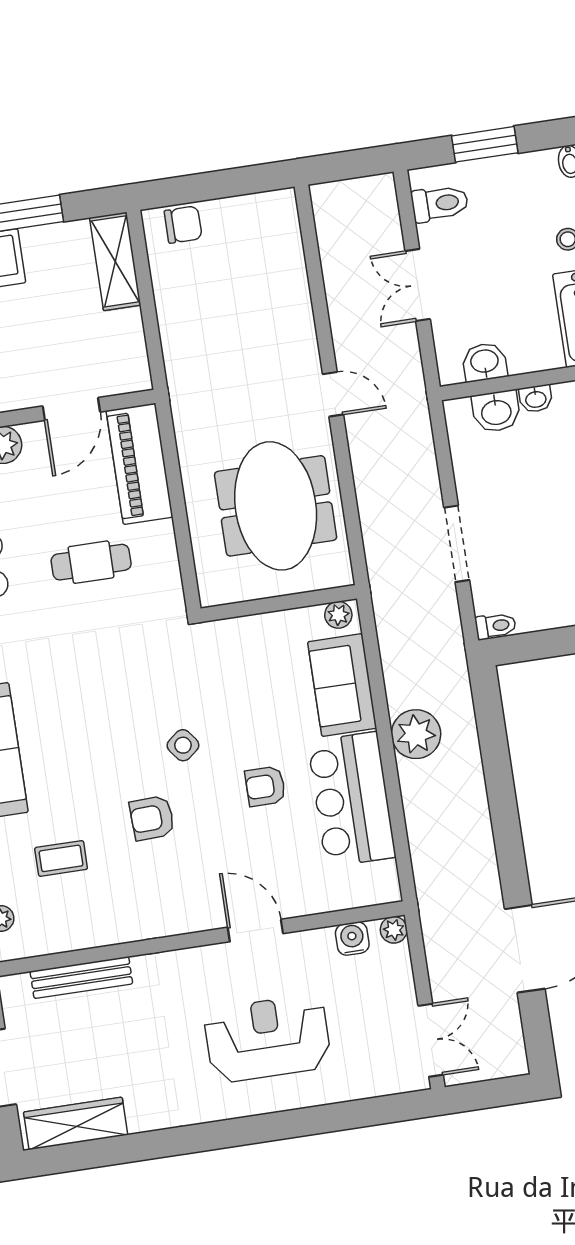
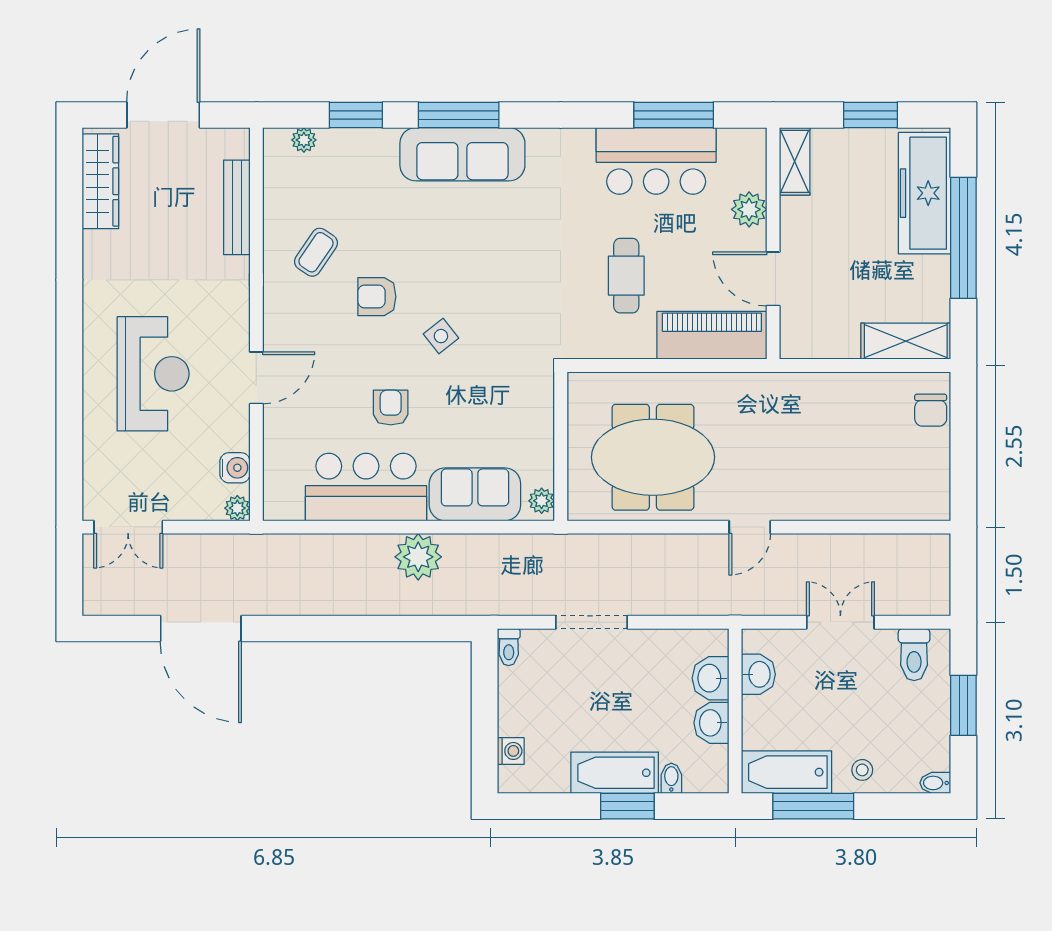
washbasin: (536, 399) -> (711, 723), width x1.38, depth x1.45
armchair: (152, 818) -> (377, 297), turned -88
coffee table: (61, 858) -> (316, 252), moved, turned 34

